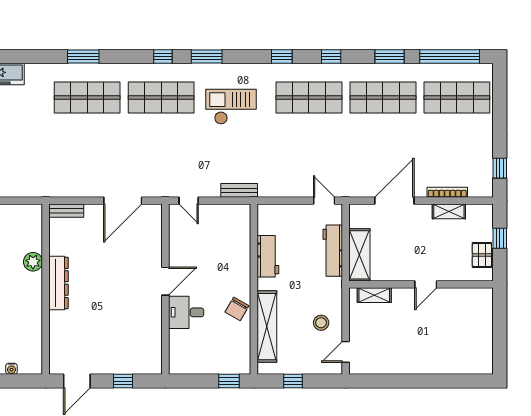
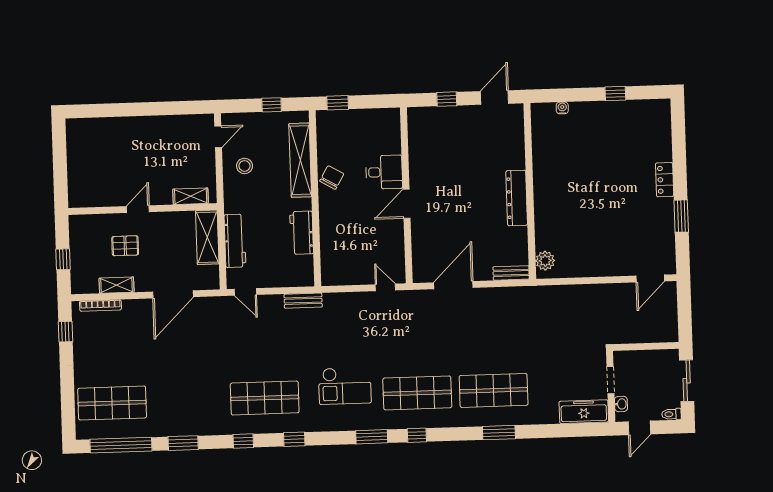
shop shelf: (383, 97) -> (188, 401), removed
bench: (239, 190) -> (303, 301), moved
bookcase: (447, 192) -> (100, 305), moved
pallet: (482, 255) -> (125, 246), moved, turned 90
plant: (33, 262) -> (545, 261), moved

